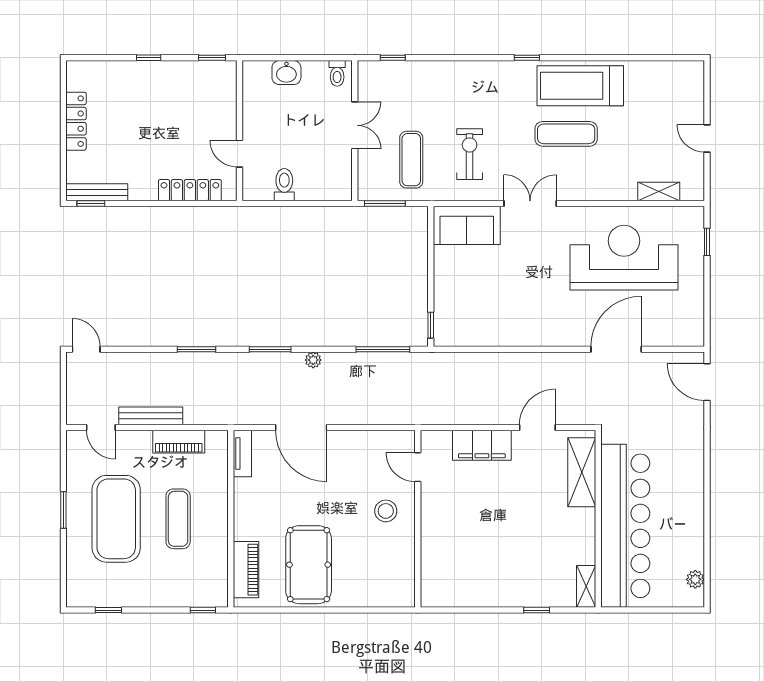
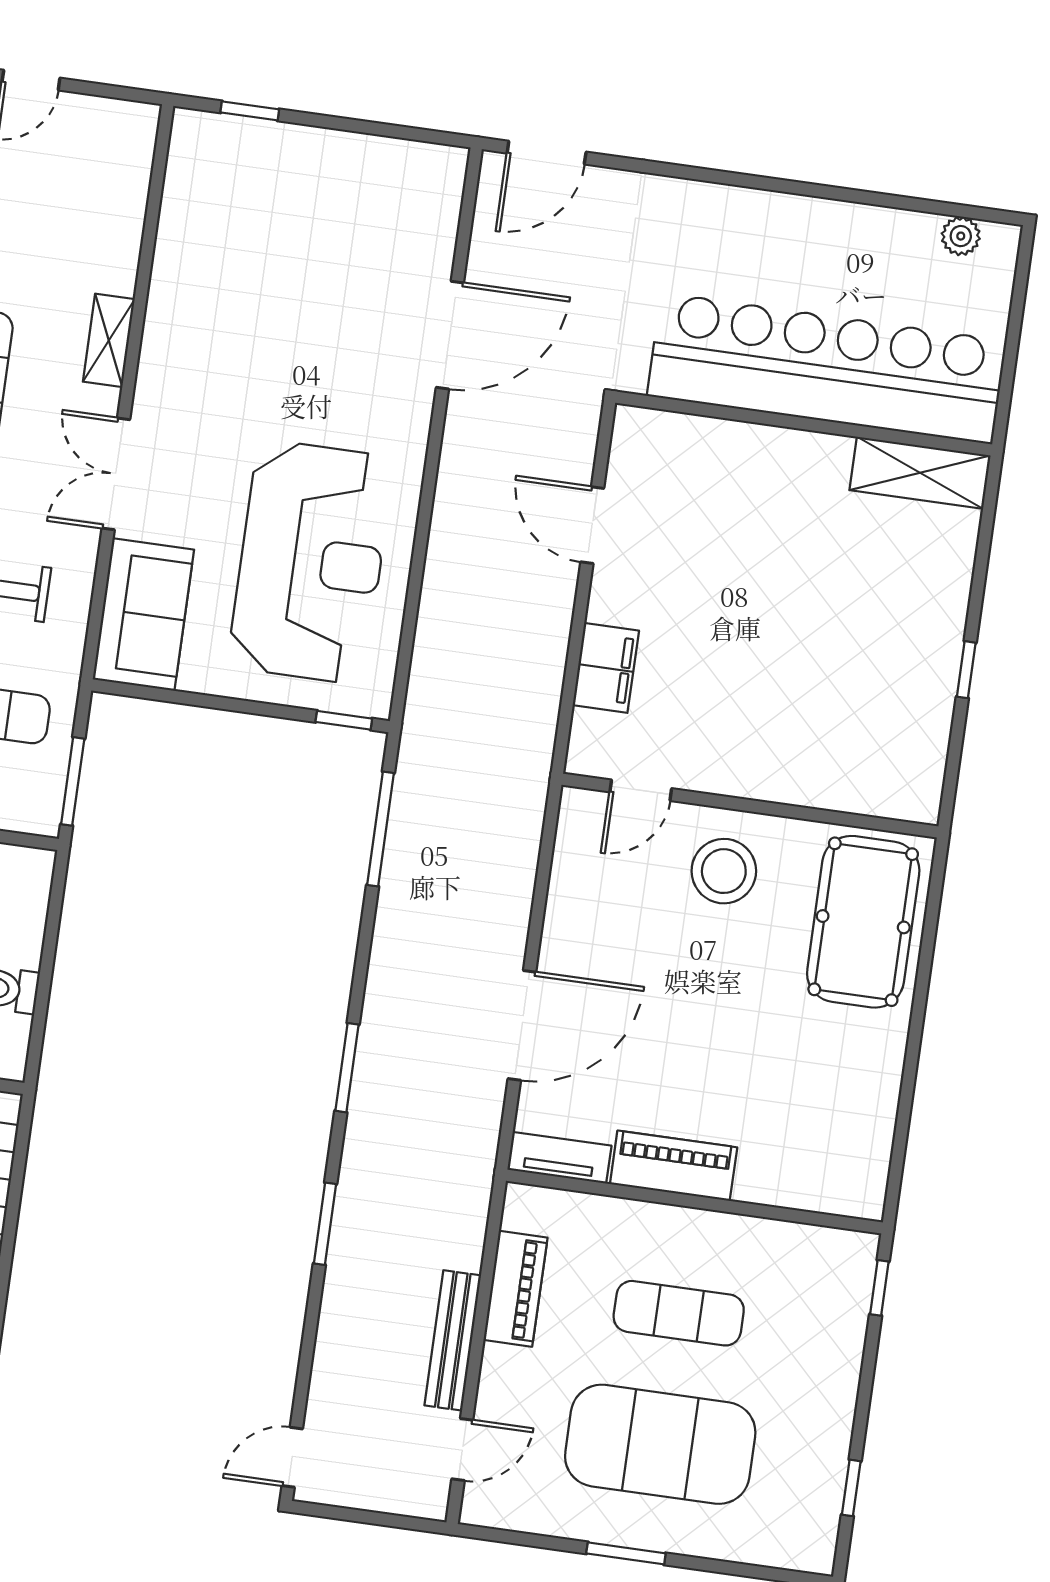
shelving: (659, 192) -> (109, 340), moved
reception desk: (624, 258) -> (311, 562), moved, turned 180
door: (616, 349) -> (450, 335), swing flipped
plant: (313, 360) -> (383, 980), removed
filing cabinet: (482, 445) -> (606, 668), width x0.67, depth x0.86
shelving: (582, 472) -> (700, 445), removed
stool: (386, 511) -> (724, 871), width x1.38, depth x1.38
pool table: (309, 565) -> (863, 922), moved, turned 90
piano: (246, 570) -> (674, 1166), moved
shelving: (586, 586) -> (920, 473), width x1.50, depth x1.33
window: (537, 610) -> (966, 670), moved

